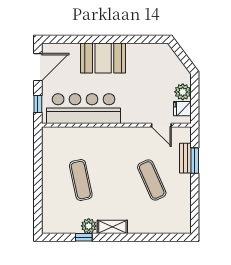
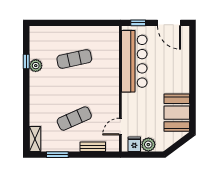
booth: (103, 58) -> (177, 113), moved
window: (195, 161) -> (57, 155), moved
shelving: (112, 227) -> (35, 139), moved

